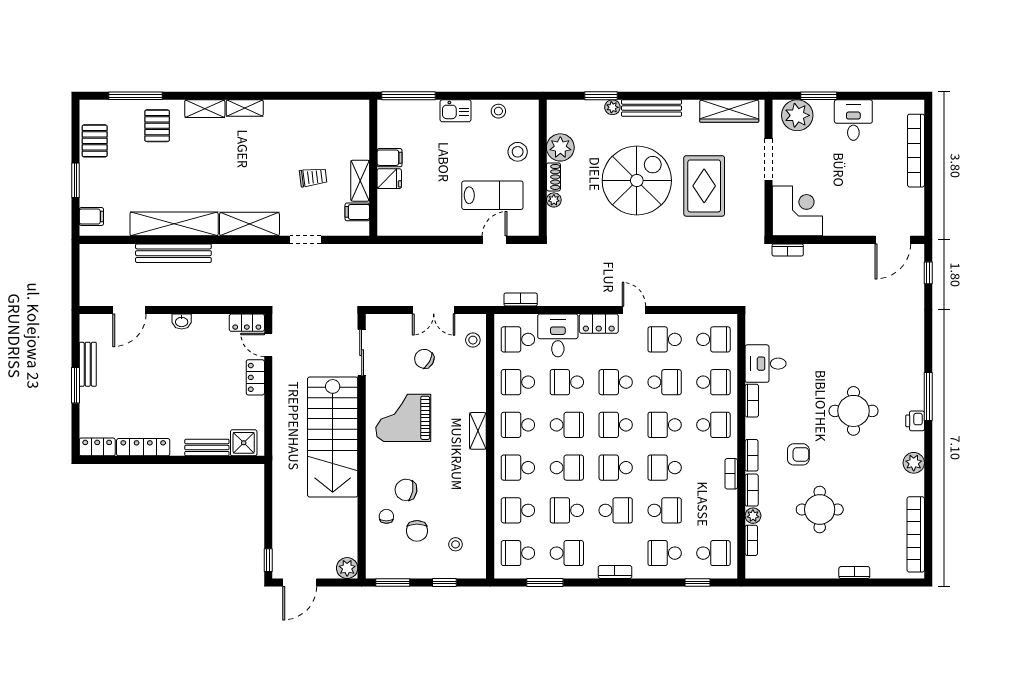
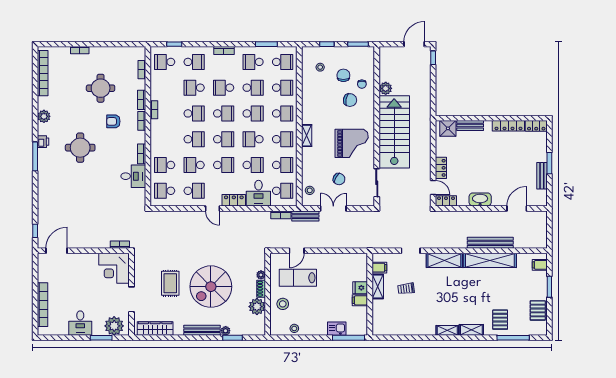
kitchen sink: (456, 111) -> (337, 329), moved
rug: (704, 186) -> (170, 283), width x0.73, depth x0.70
bench: (480, 298) -> (305, 216), added
washbasin: (182, 322) -> (480, 199), width x1.91, depth x1.45
school desk: (713, 425) -> (165, 139), removed
school desk: (567, 468) -> (253, 113), turned 180
plant: (753, 516) -> (141, 84), removed
plant: (347, 568) -> (386, 88), moved

